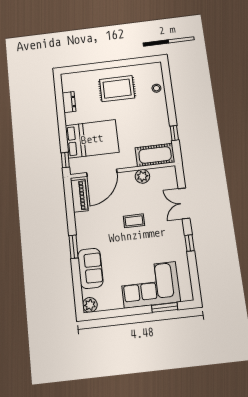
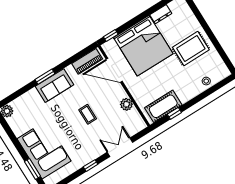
rug: (117, 89) -> (191, 49), turned 90
bed: (92, 139) -> (143, 46), width x1.36
cot: (155, 155) -> (163, 106), moved, turned 90
sofa: (90, 268) -> (54, 86), moved

